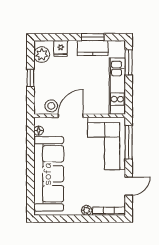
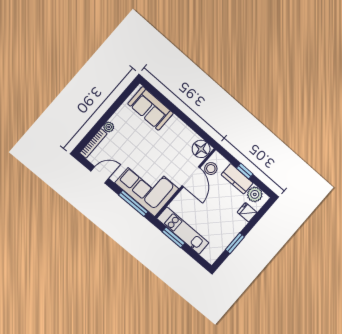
kitchen counter: (93, 48) -> (237, 179), moved, turned -90
window: (129, 62) -> (173, 237), moved
floor lamp: (39, 131) -> (201, 149), width x1.89, depth x1.89
sofa: (49, 174) -> (151, 109), width x0.54, depth x0.79
door: (129, 186) -> (100, 175), swing flipped

